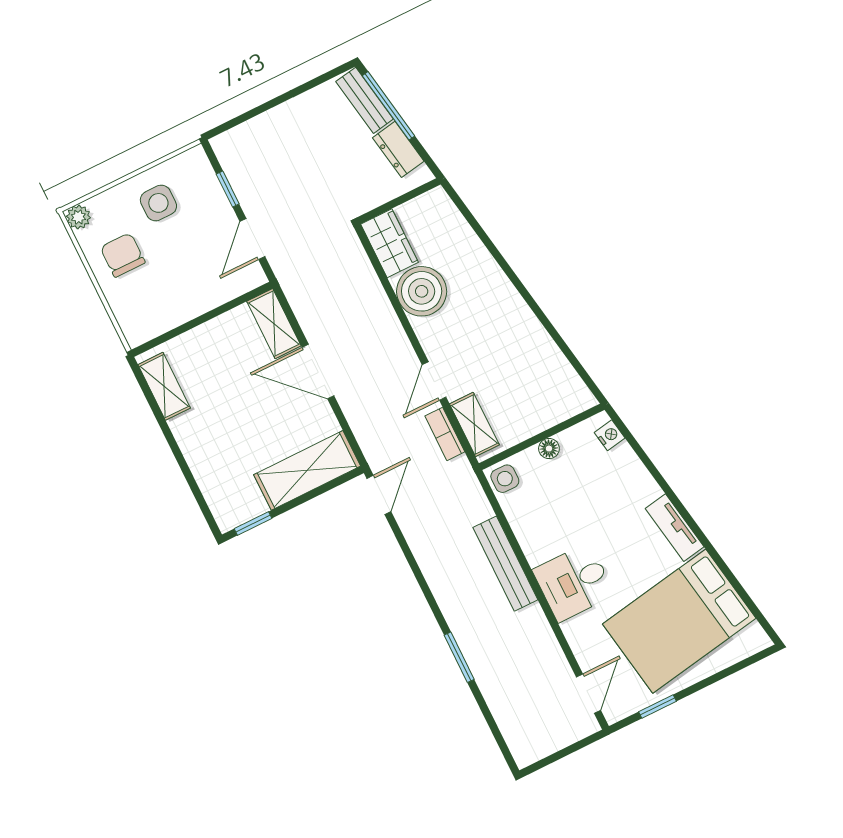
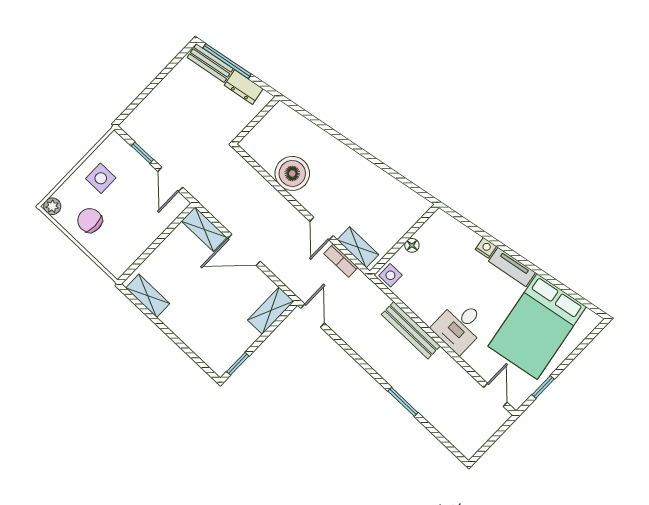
wardrobe: (389, 243) -> (260, 150), removed
nightstand: (610, 435) -> (486, 248), moved
shelving: (307, 470) -> (271, 311), width x0.67, depth x0.75

